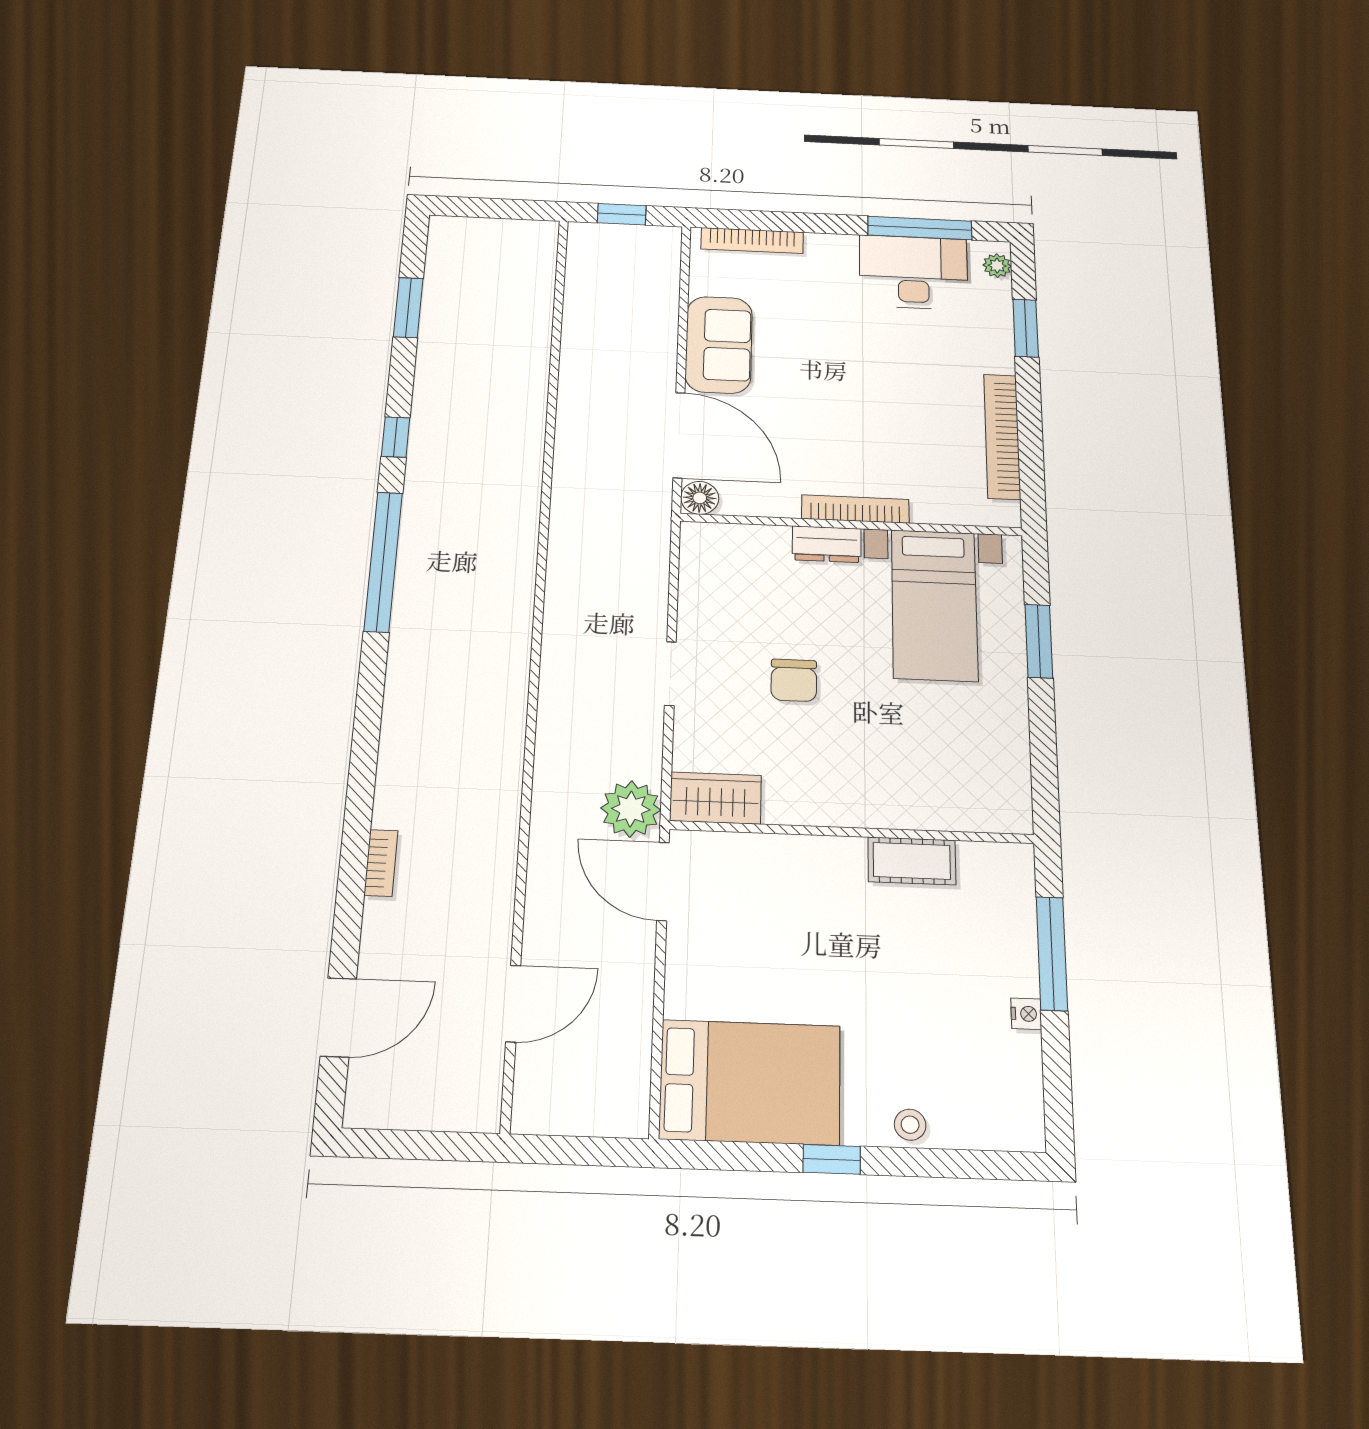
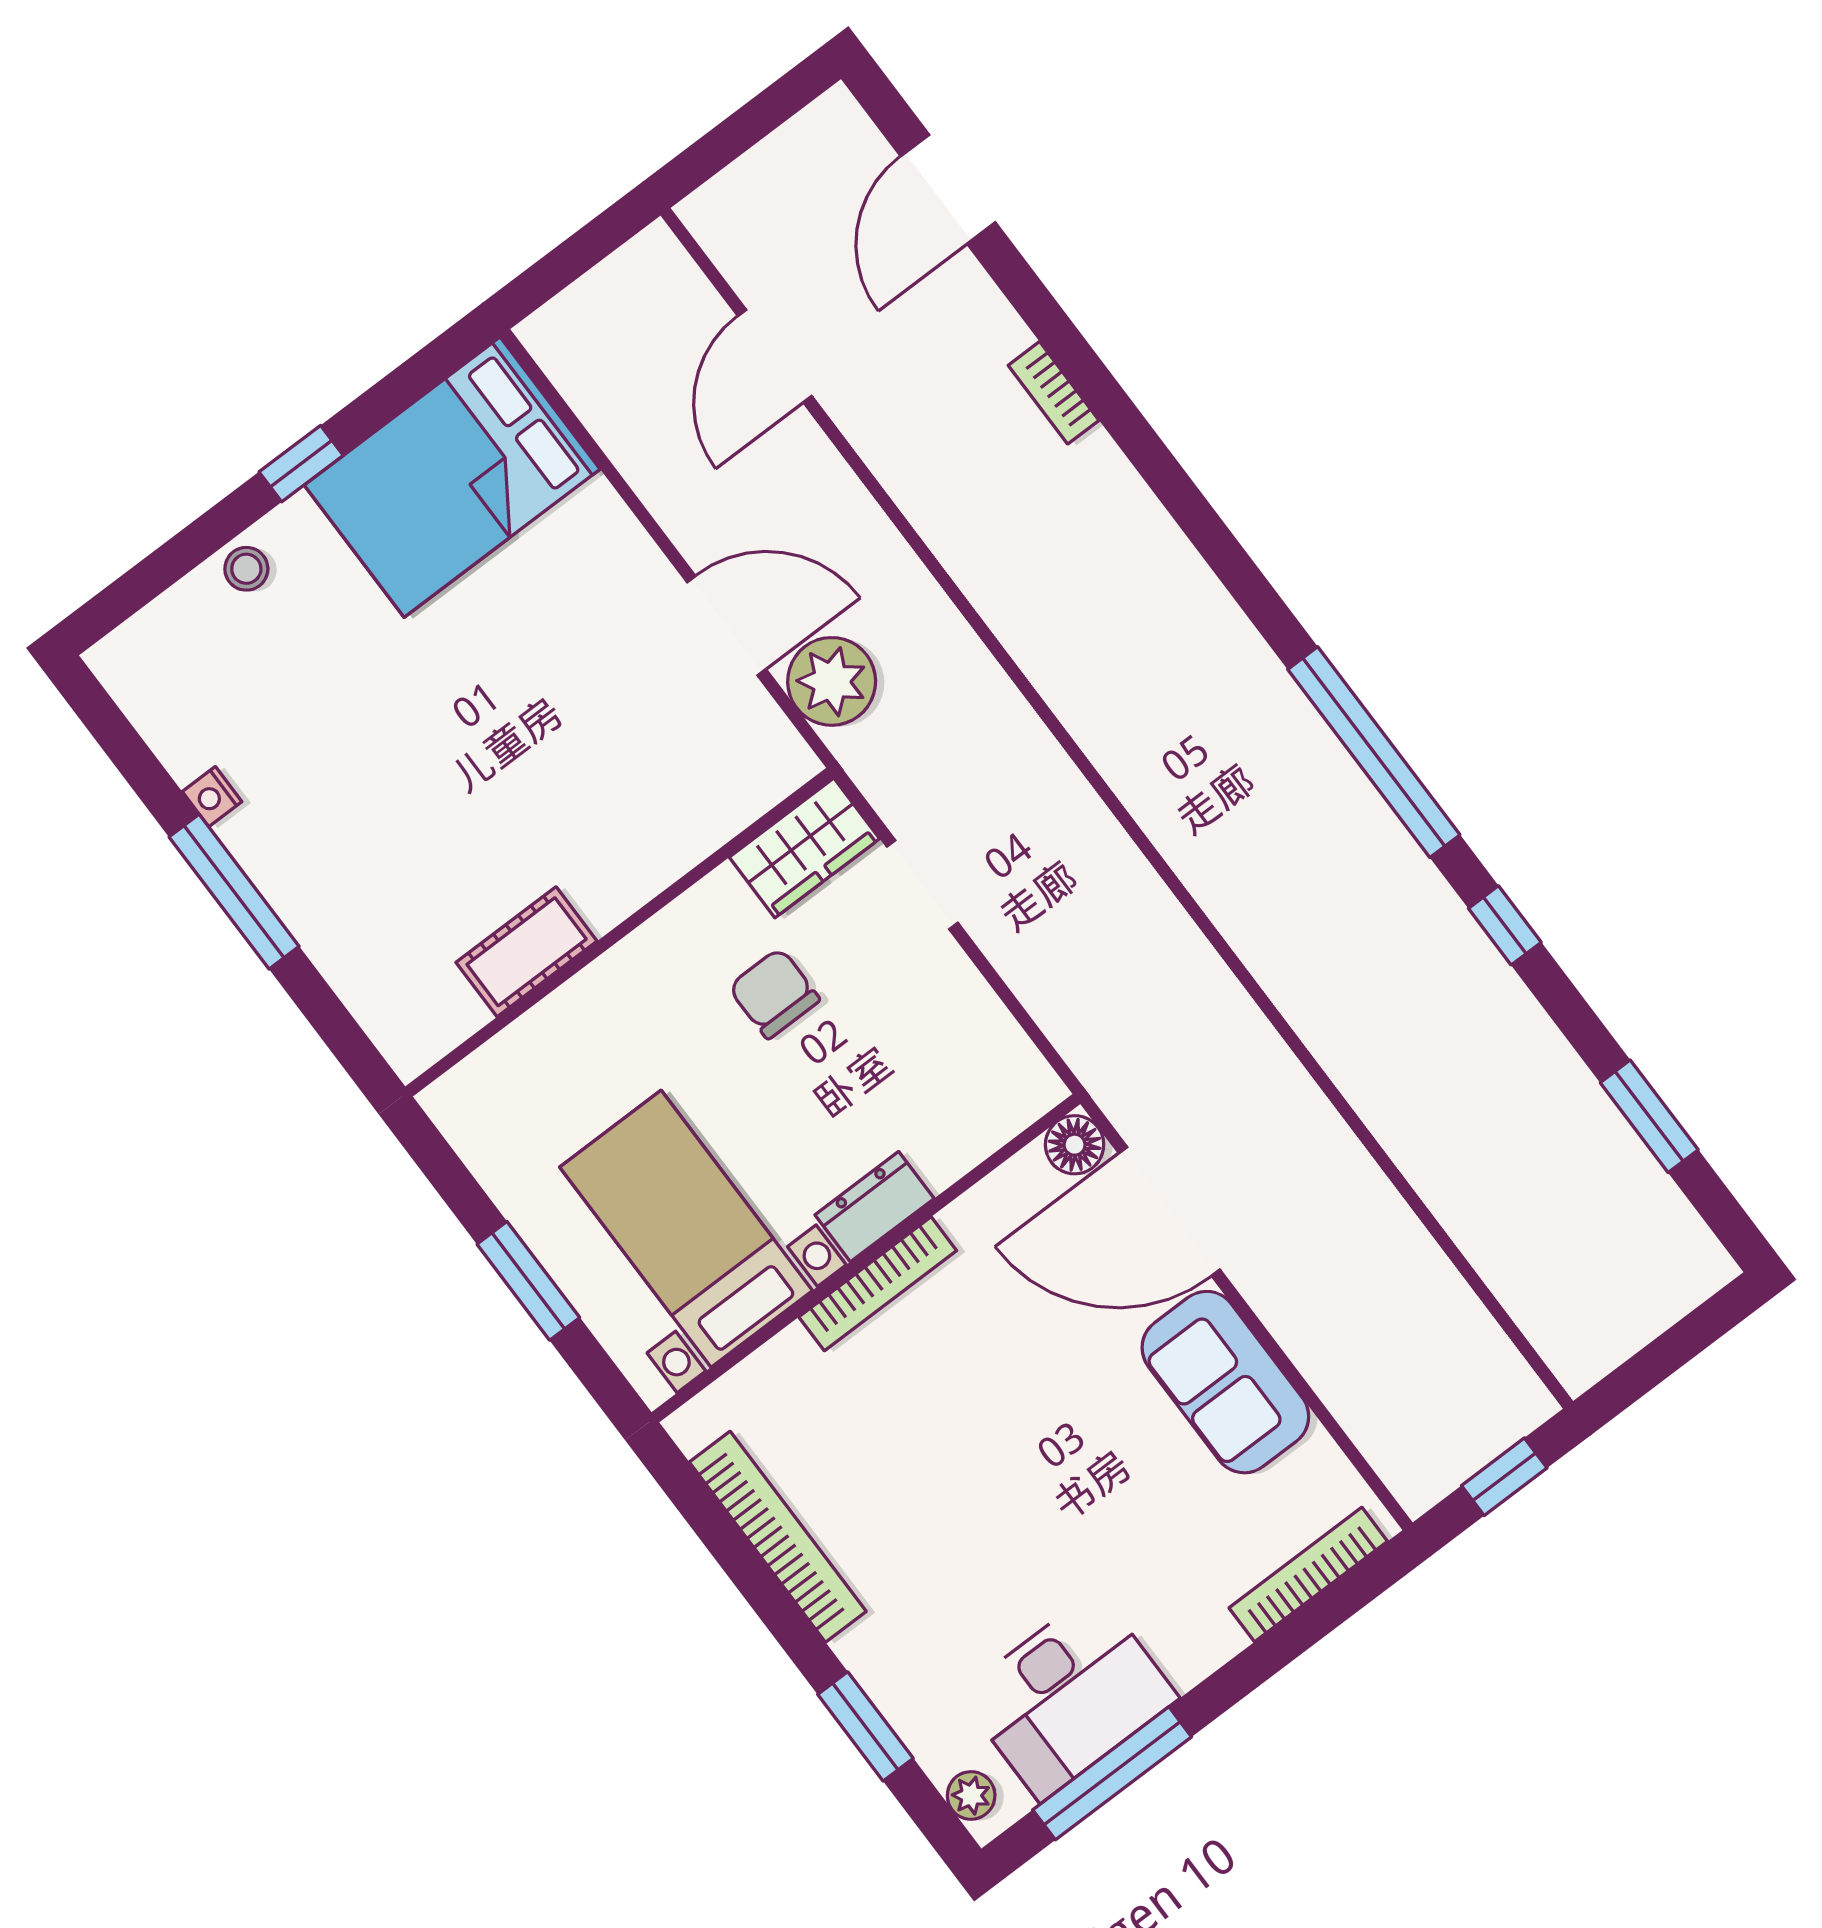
wardrobe: (716, 798) -> (804, 848), moved
wall: (852, 832) -> (619, 932), moved
cot: (912, 861) -> (527, 952), moved

